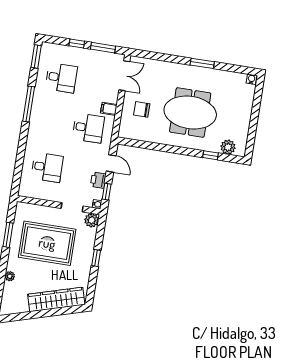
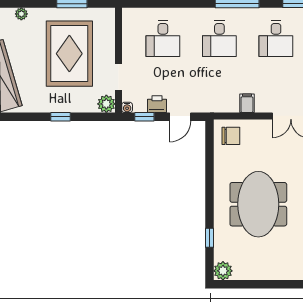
chair: (142, 109) -> (231, 136), moved, turned 90
desk: (88, 128) -> (219, 39), moved
plant: (228, 147) -> (223, 271), moved

